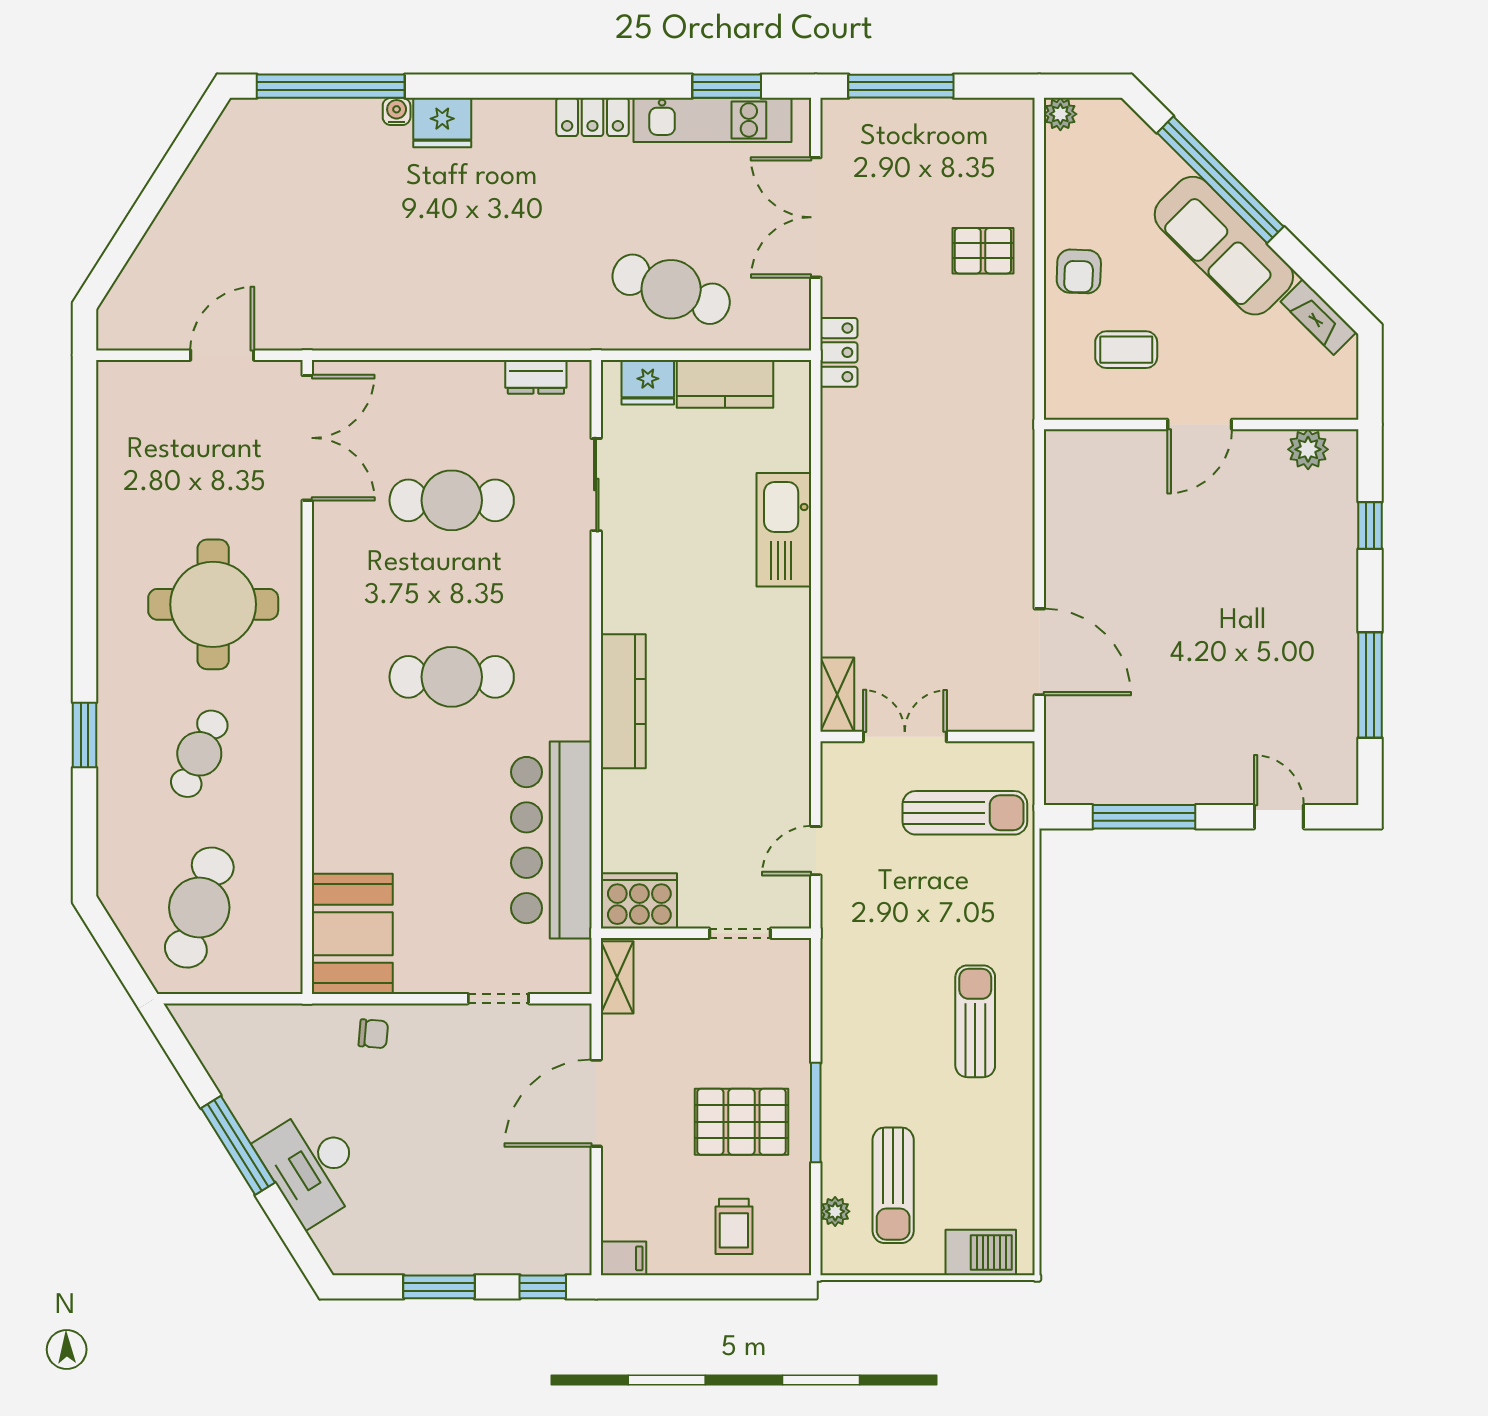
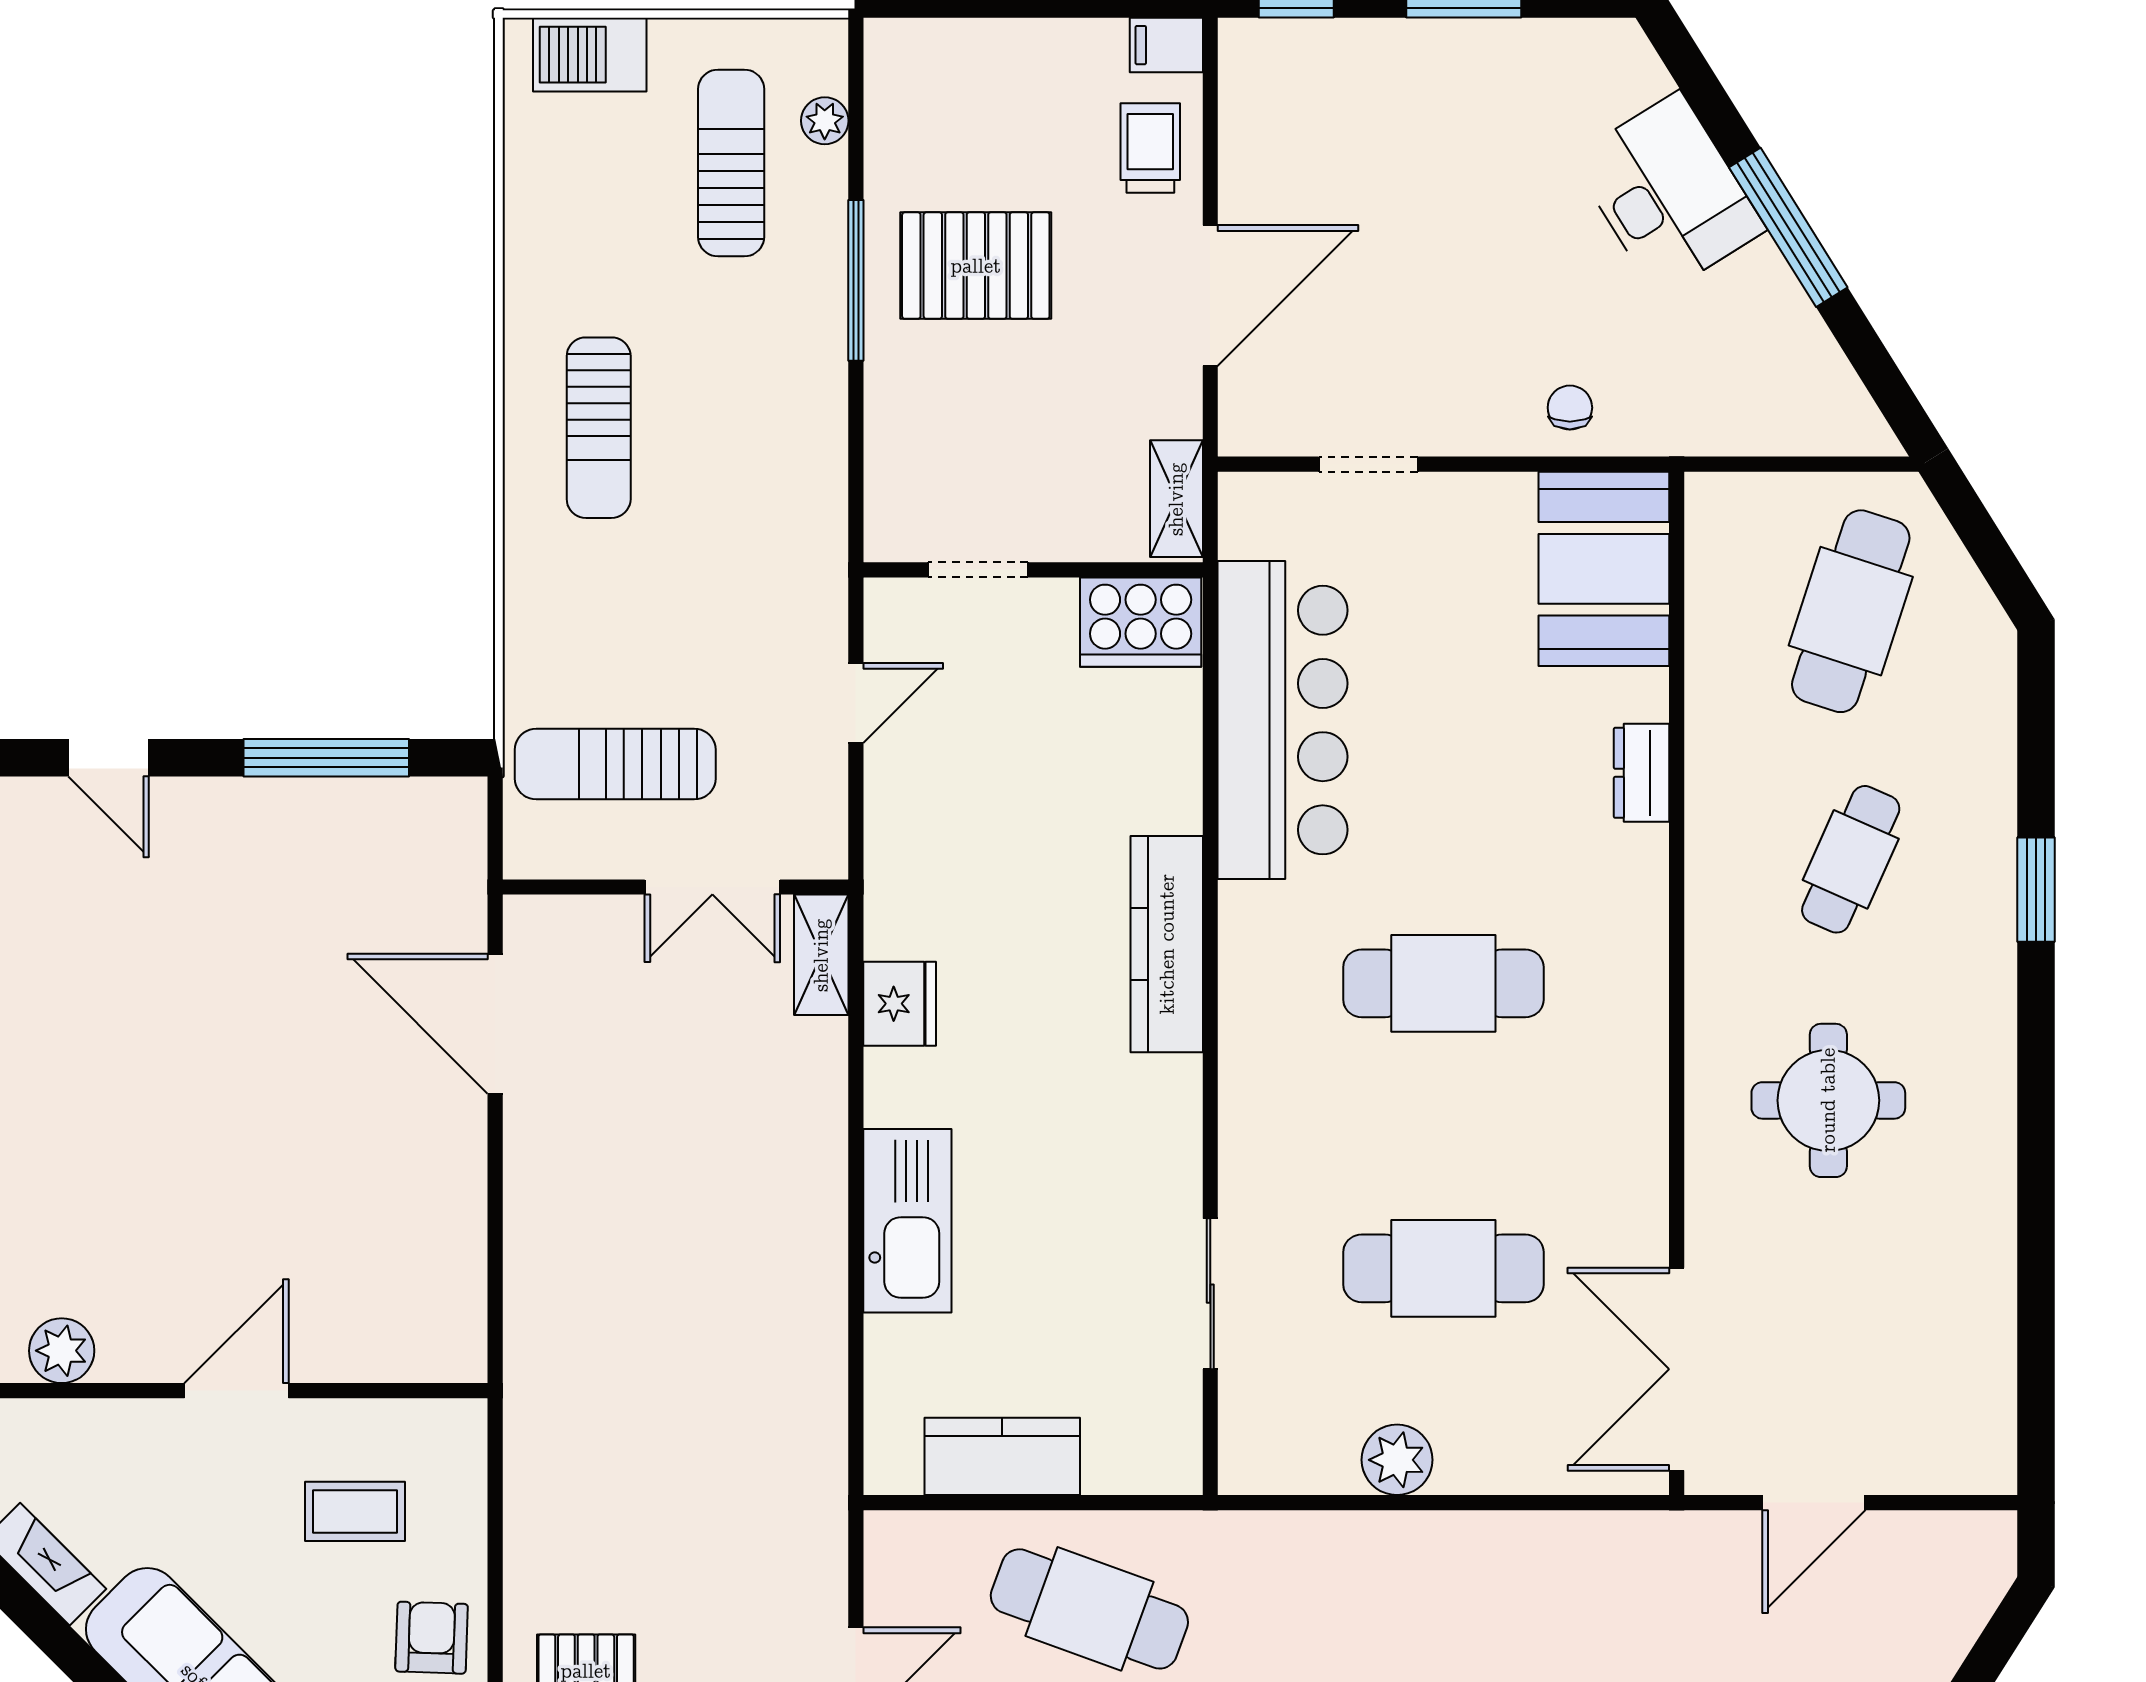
locker: (839, 352) -> (819, 1507), removed
dresser: (536, 377) -> (1642, 773), moved, turned -90
plant: (480, 382) -> (1397, 1460), added
fridge: (648, 382) -> (900, 1004), moved, turned 90
round table: (213, 604) -> (1828, 1100), width x0.73, depth x0.73
chair: (373, 1034) -> (1570, 408), turned 85
trolley: (734, 1226) -> (1150, 148), moved

